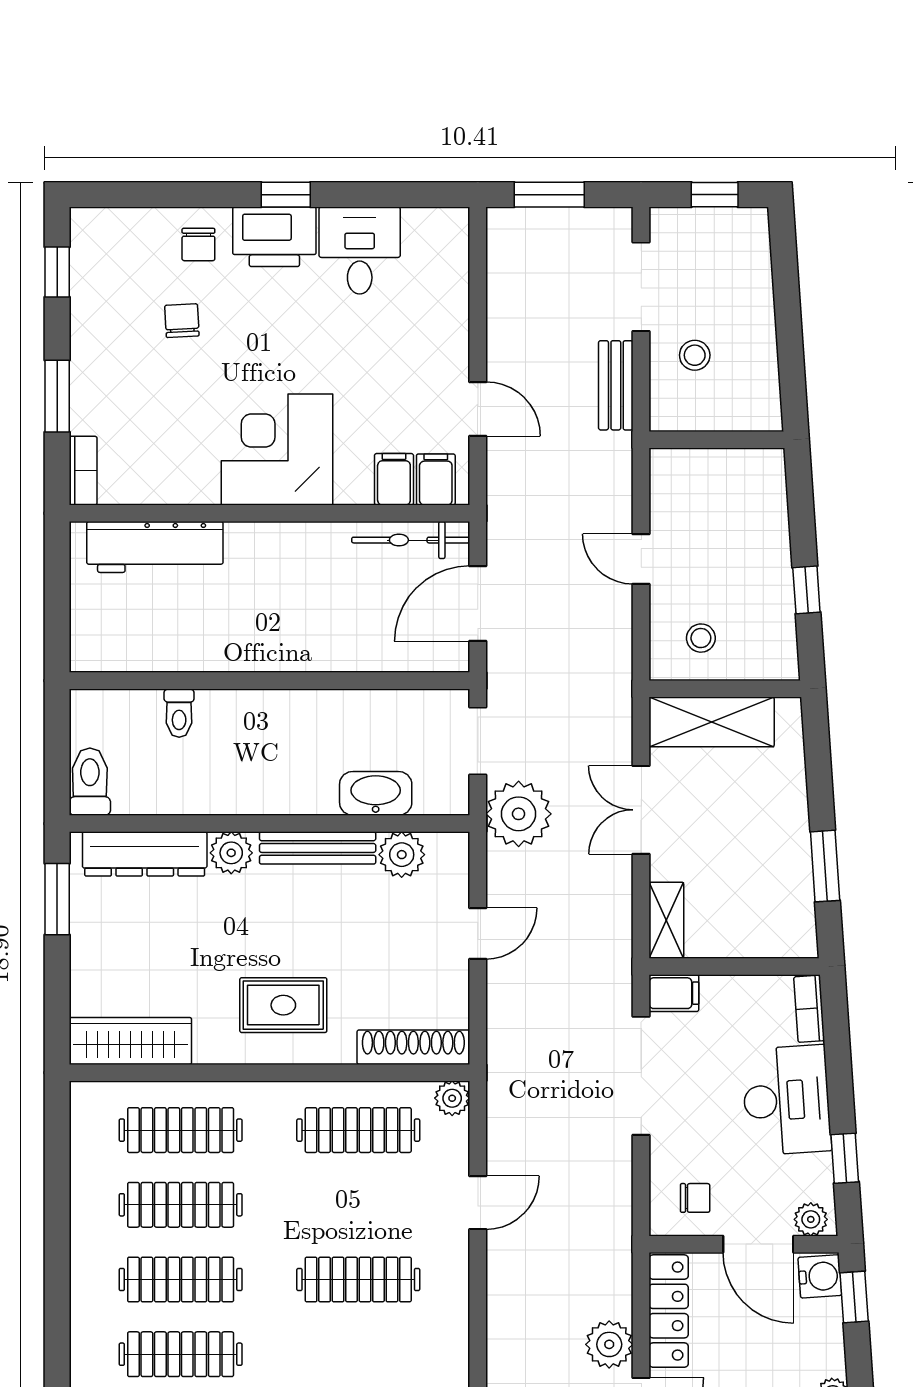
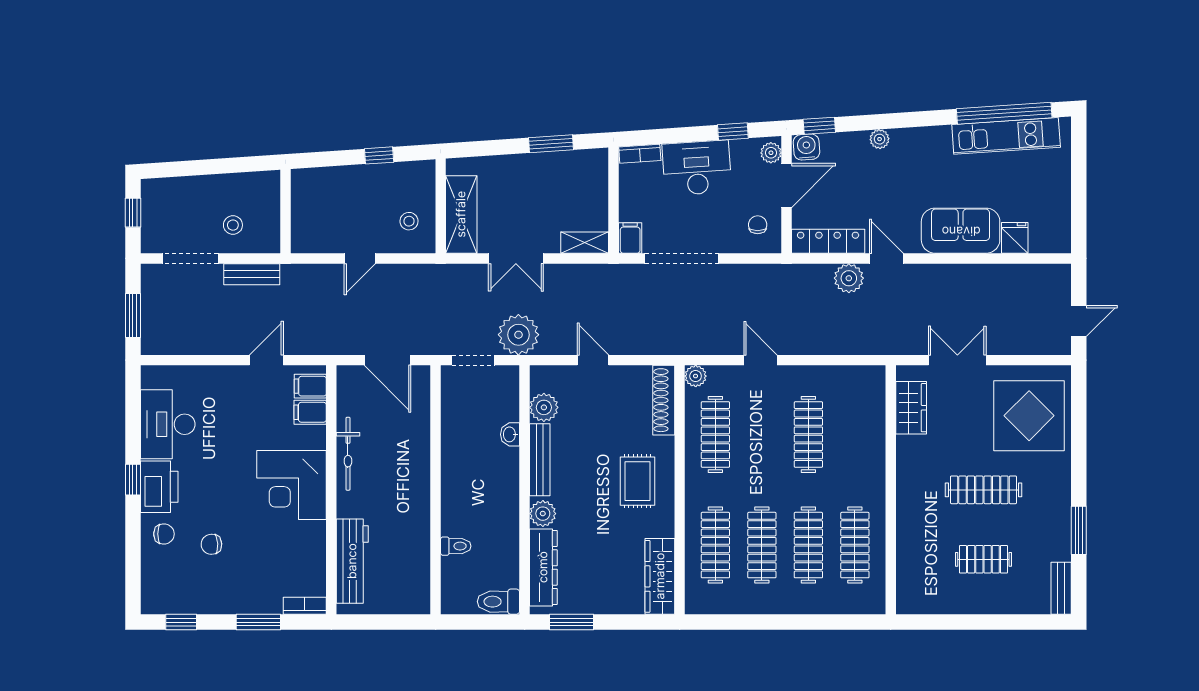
desk: (360, 251) -> (168, 424), width x1.37
bicycle: (411, 540) -> (348, 454), moved
washbasin: (376, 793) -> (510, 434), width x0.52, depth x0.69

